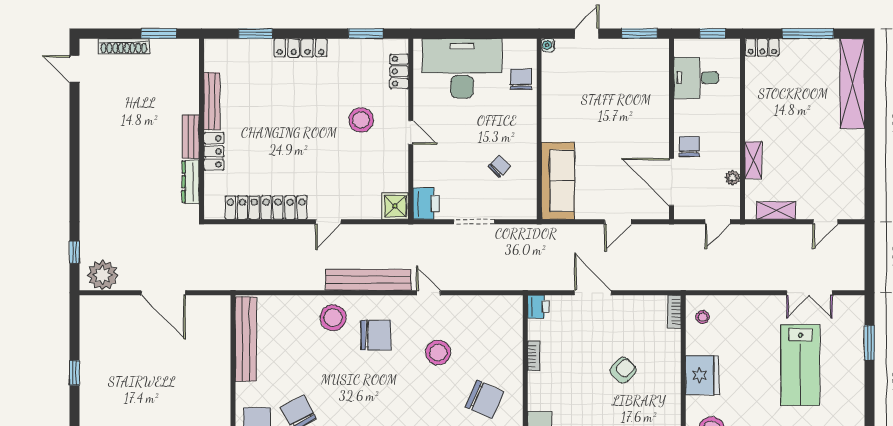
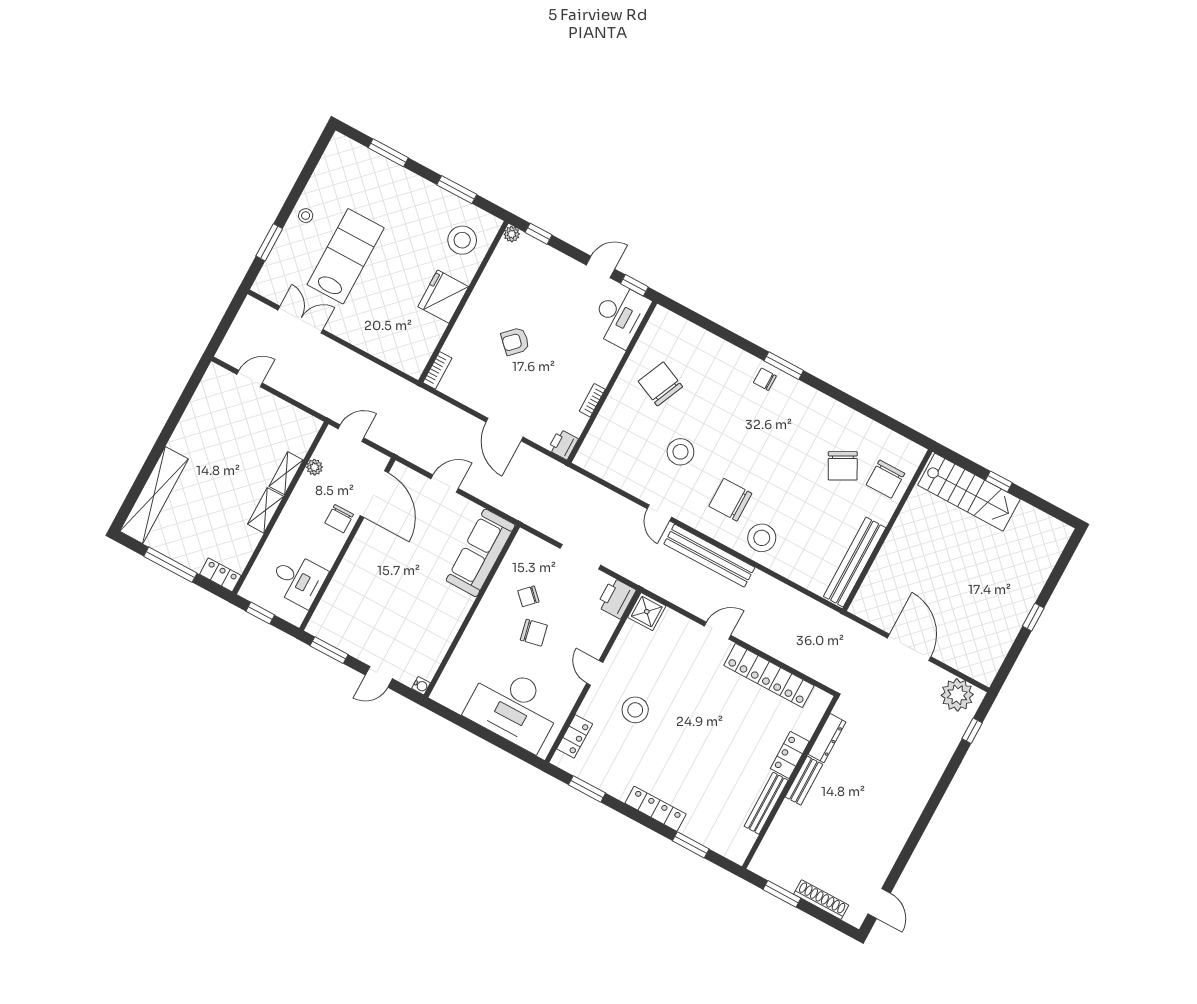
chair: (521, 79) -> (534, 633), moved, turned -102
shelving: (776, 211) -> (266, 510), moved, turned 90
stool: (703, 317) -> (306, 216), moved

